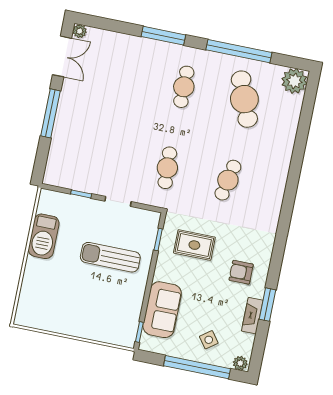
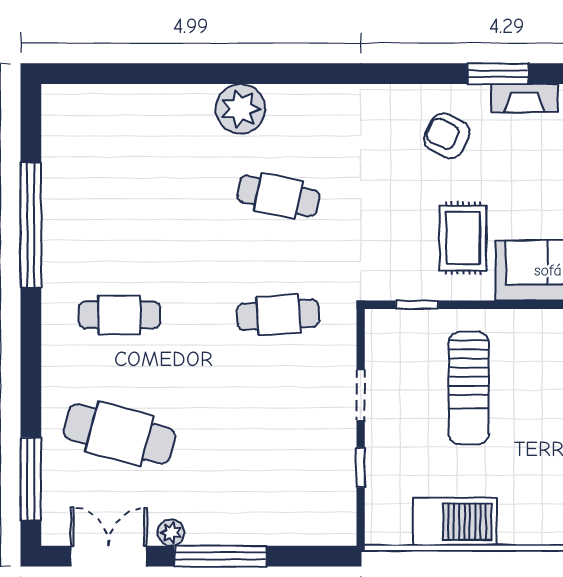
plant: (80, 31) -> (171, 533), moved
window: (163, 36) -> (31, 479), moved
plant: (294, 81) -> (240, 109), moved
cafe table: (244, 99) -> (119, 434), moved, turned 36
rug: (194, 245) -> (463, 238), moved
armchair: (241, 272) -> (447, 136), turned 116

